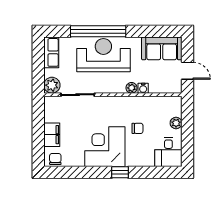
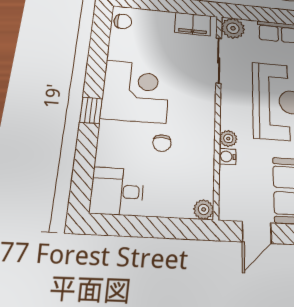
plant: (176, 123) -> (204, 209), moved
filing cabinet: (52, 135) -> (193, 24), moved

